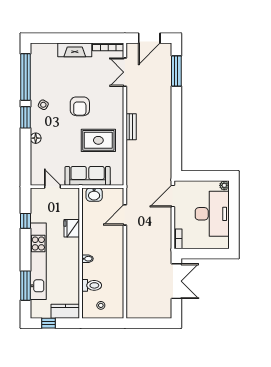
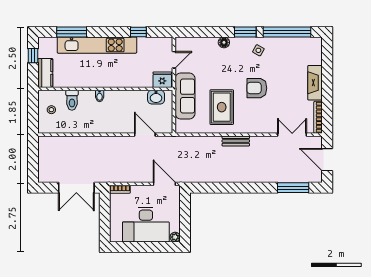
washbasin: (94, 195) -> (156, 97), moved, turned -90
fridge: (72, 228) -> (162, 80), moved

